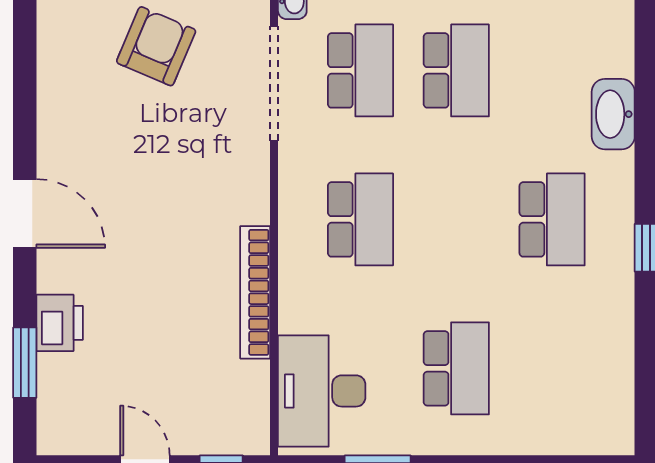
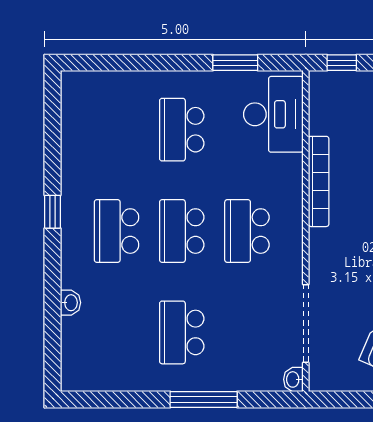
school desk: (360, 70) -> (182, 231), moved
washbasin: (613, 114) -> (70, 303), width x0.52, depth x0.69

